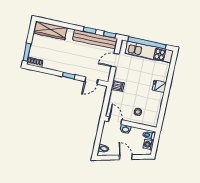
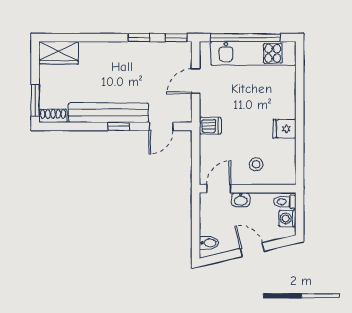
wardrobe: (50, 30) -> (59, 53), width x0.67
bench: (95, 39) -> (108, 113), moved
fridge: (159, 86) -> (284, 129), moved
door: (115, 121) -> (219, 189), hinge flipped

